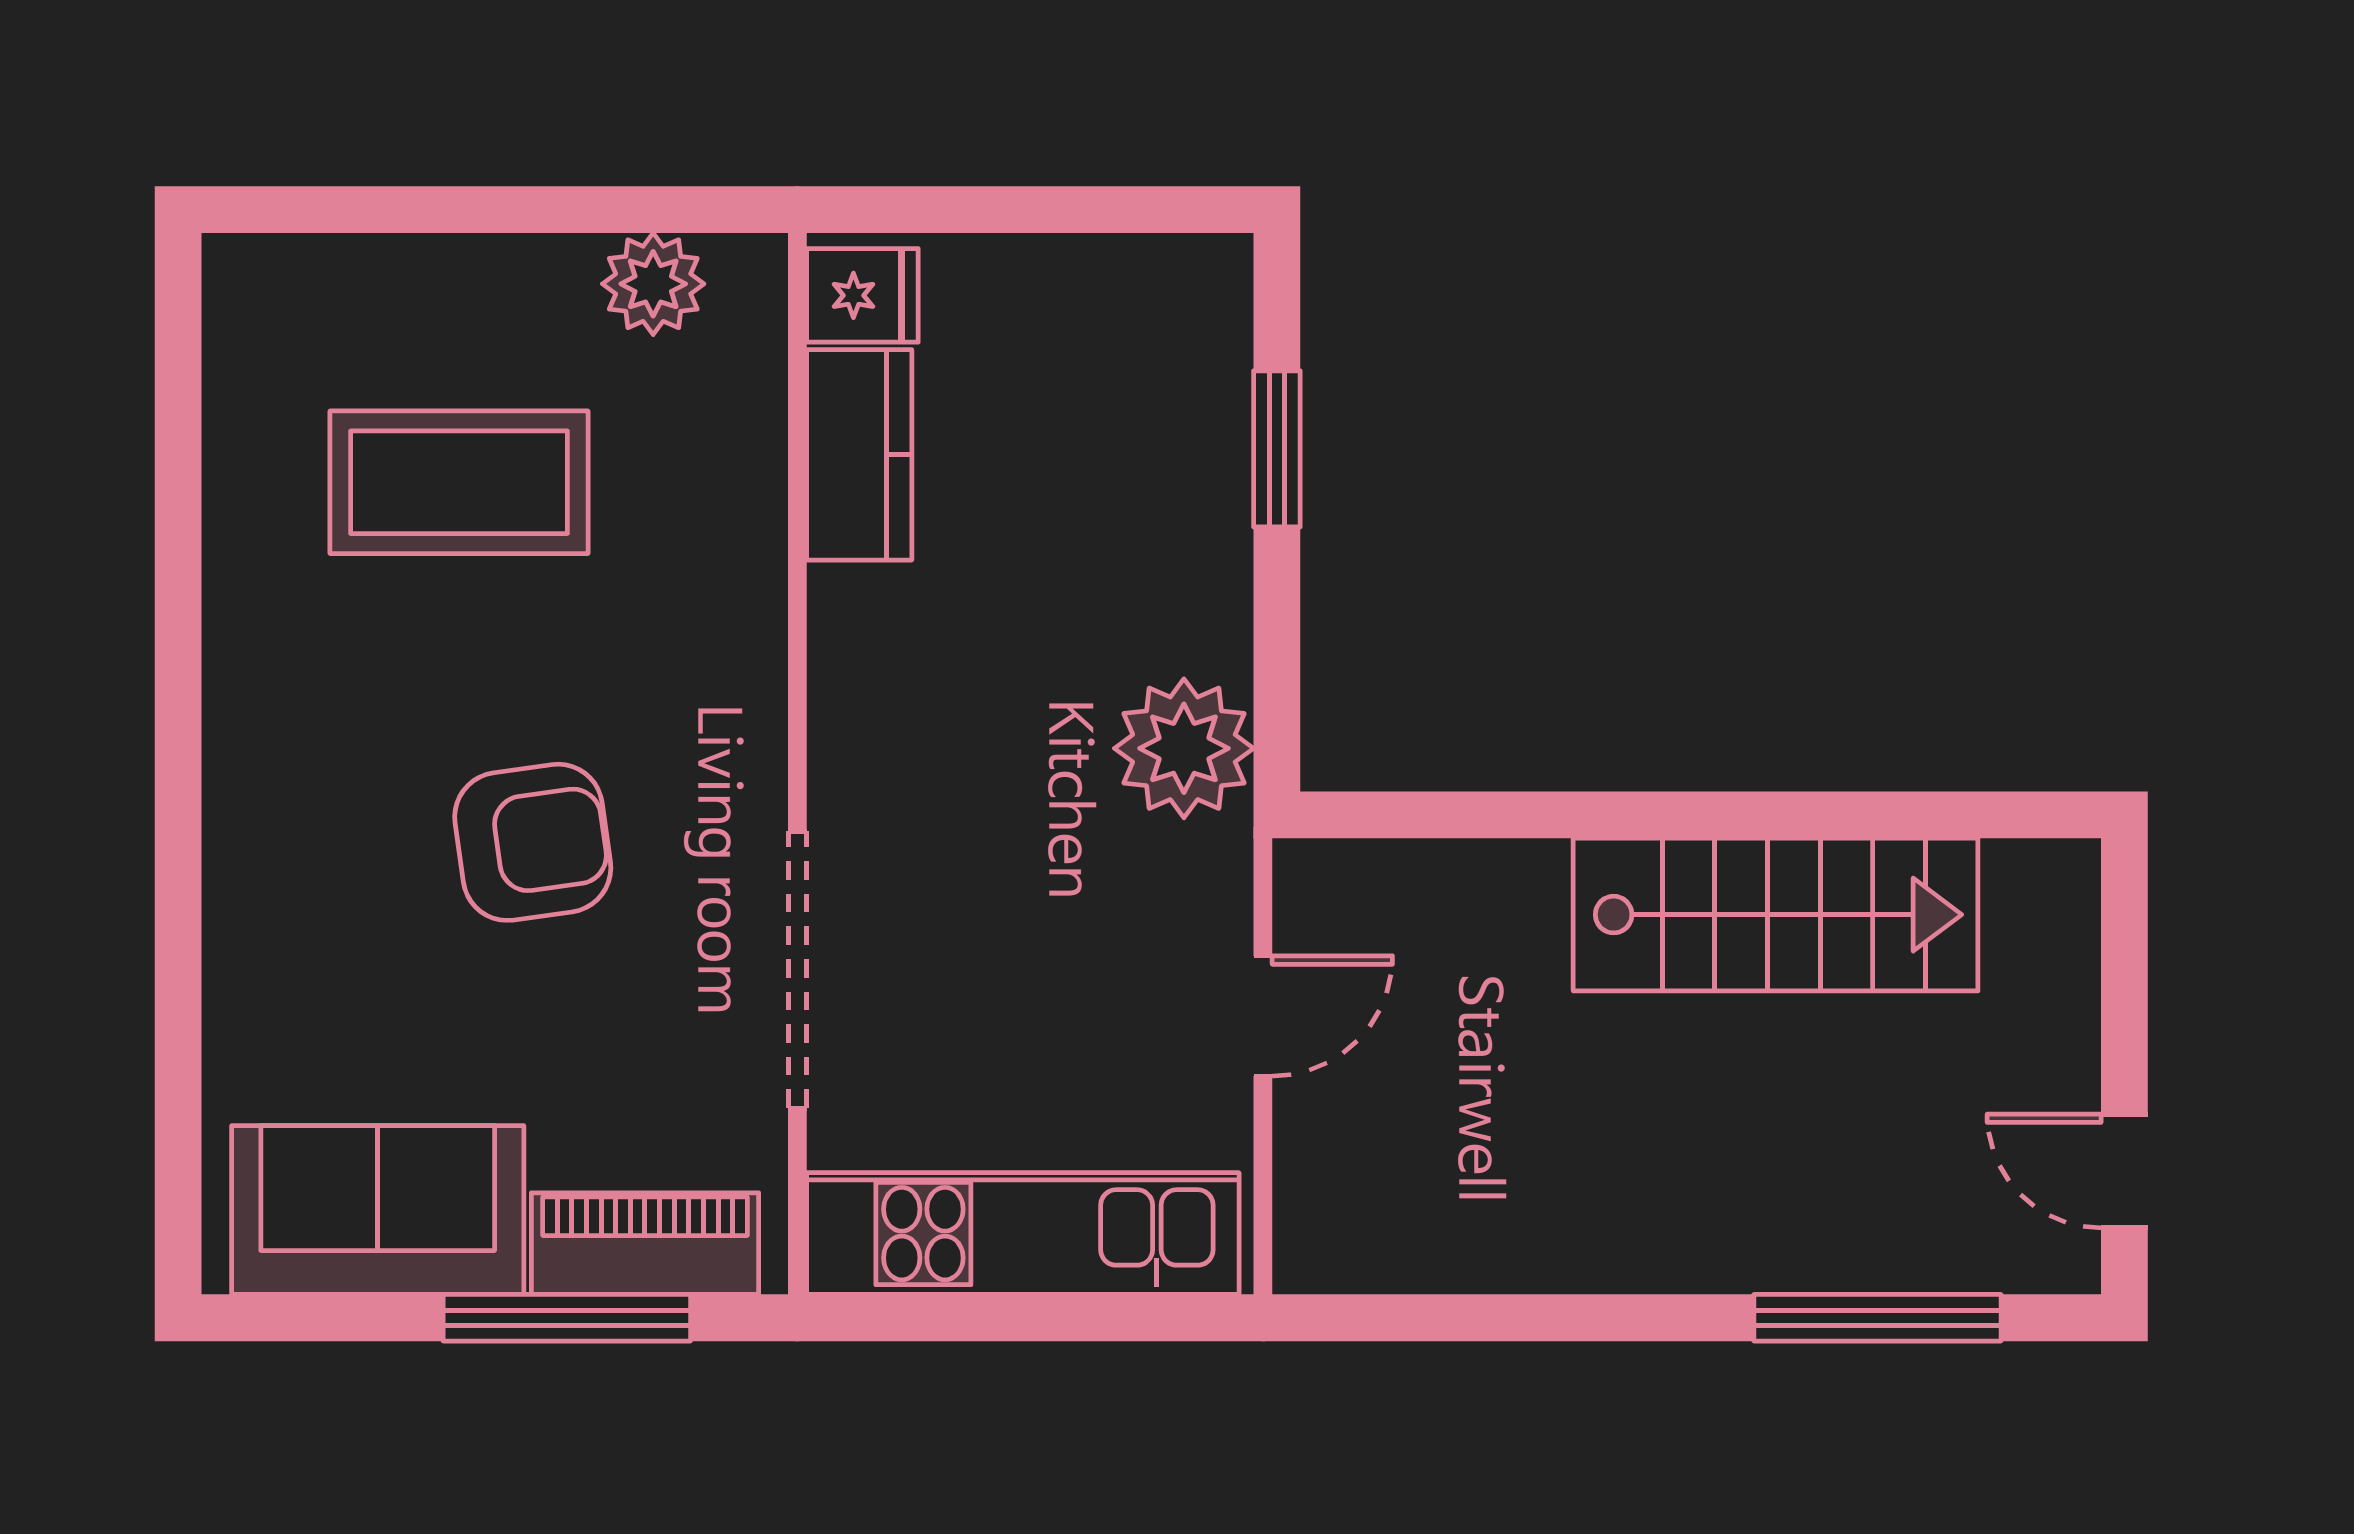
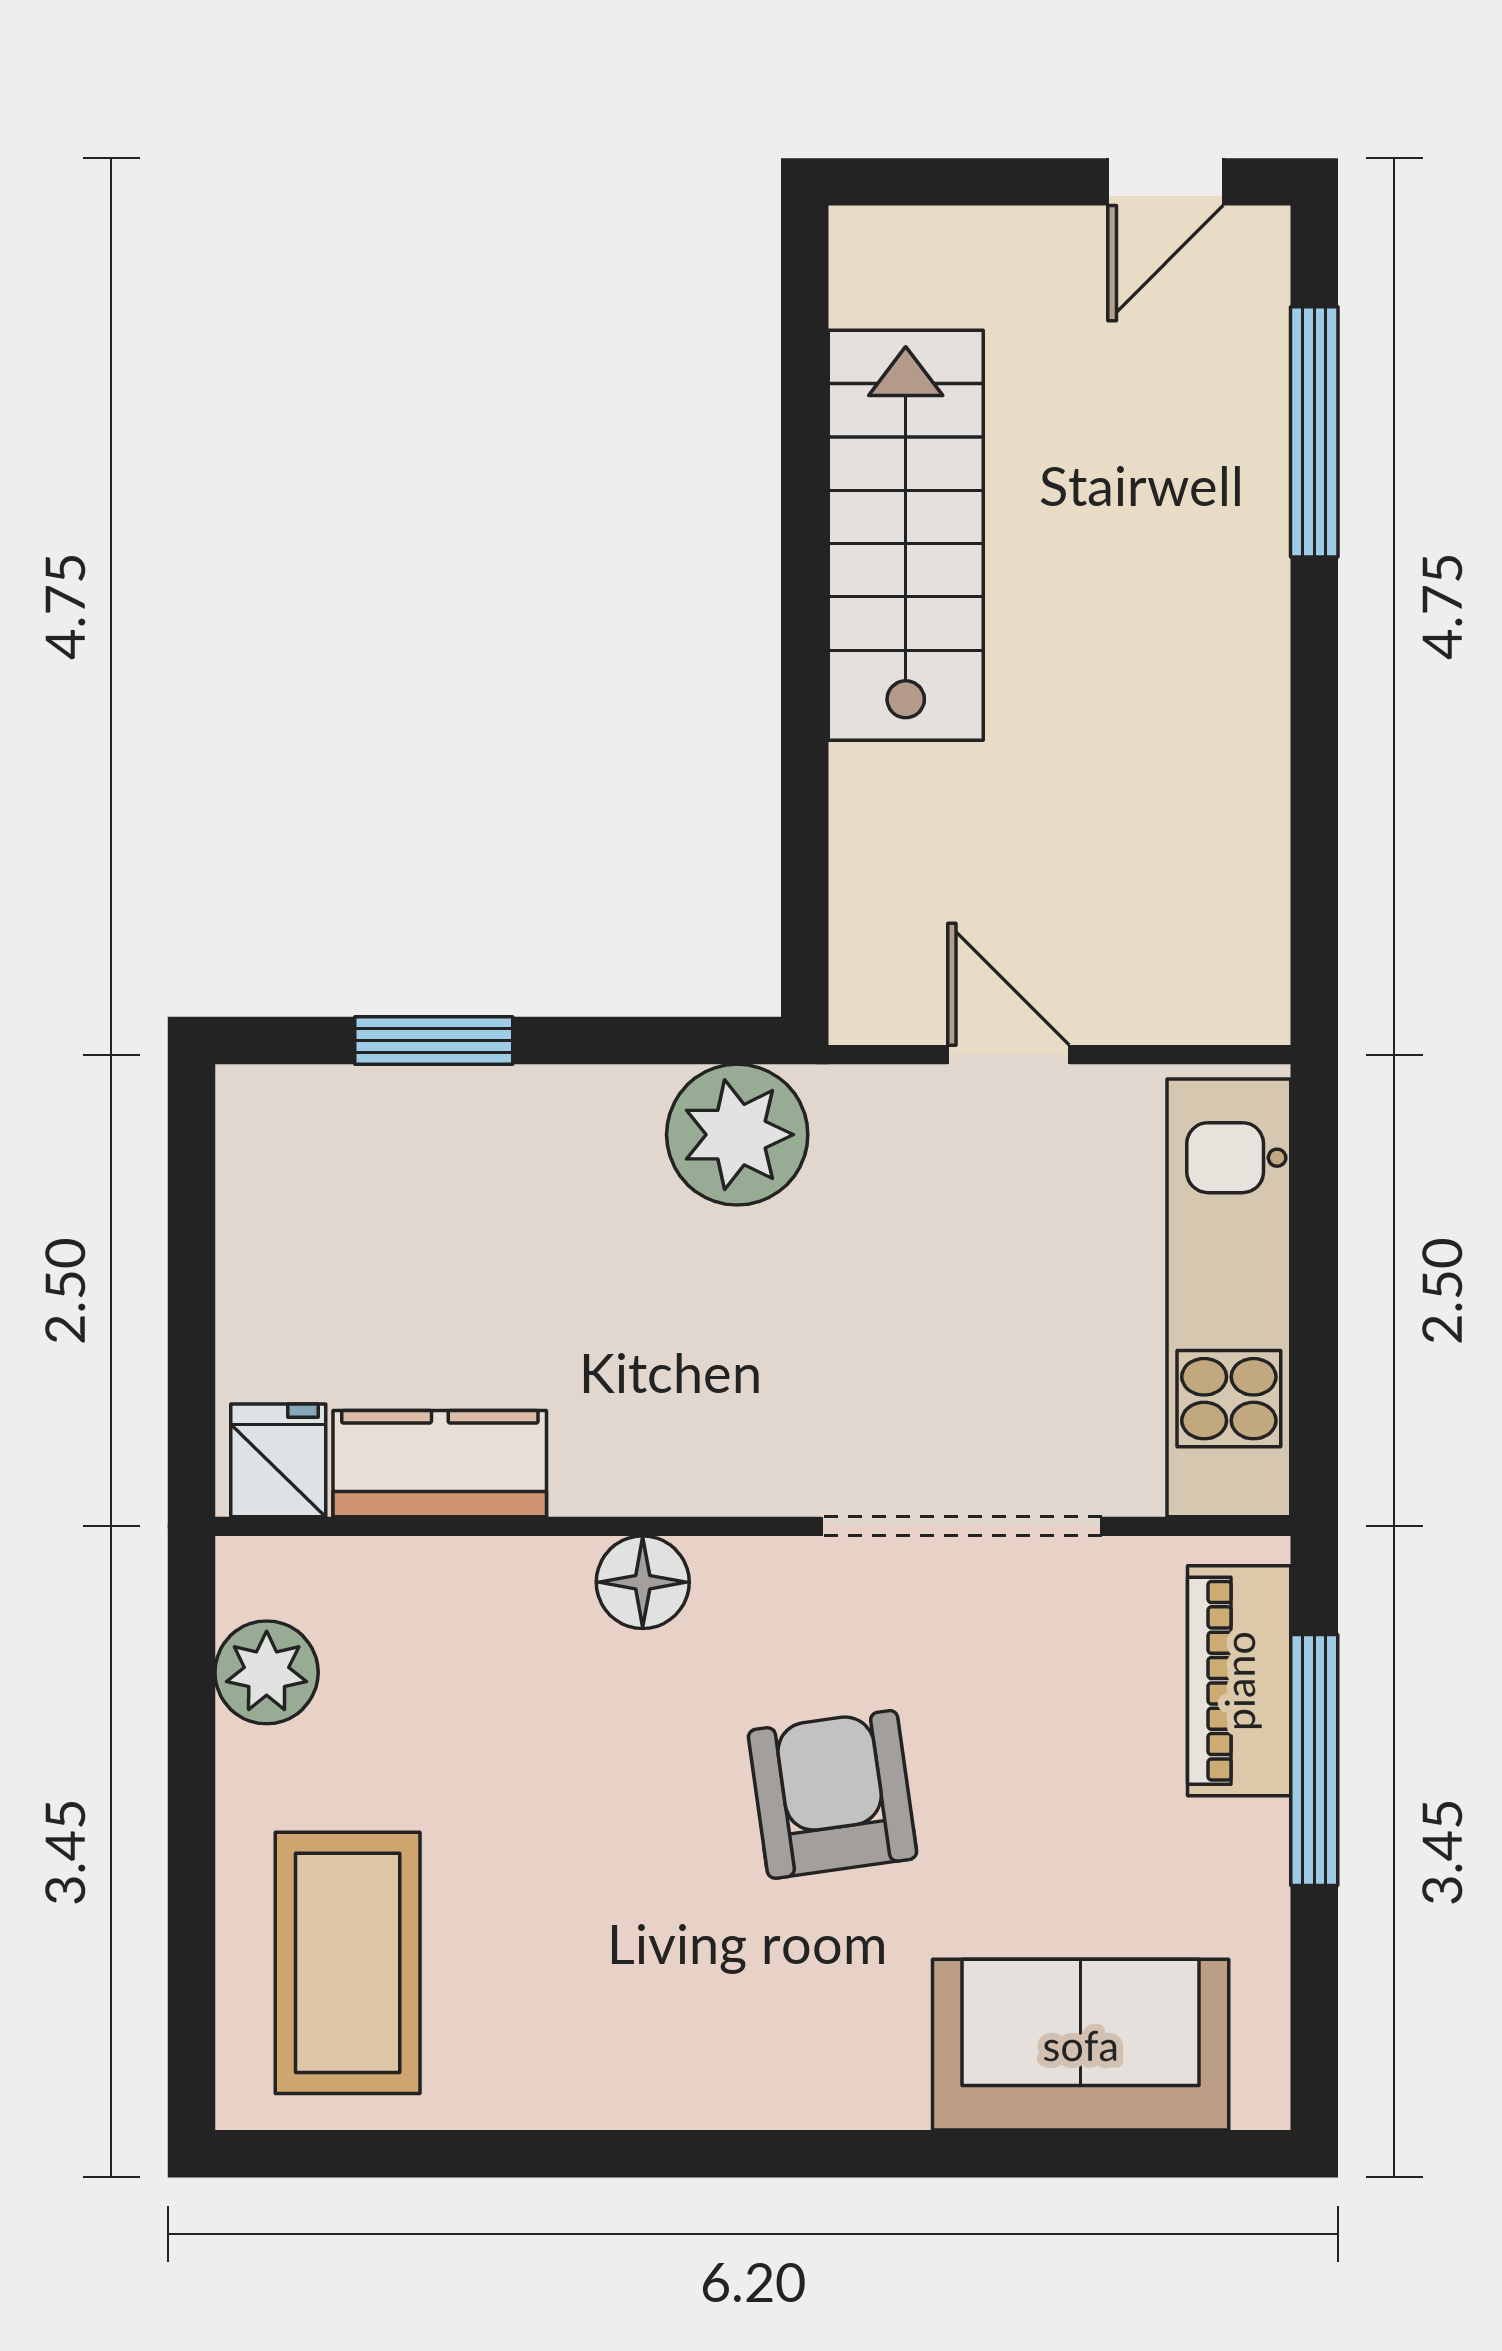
coffee table: (459, 482) -> (348, 1963), moved
floor lamp: (742, 655) -> (643, 1582), added
sofa: (378, 1210) -> (1081, 2045), moved, turned 90

